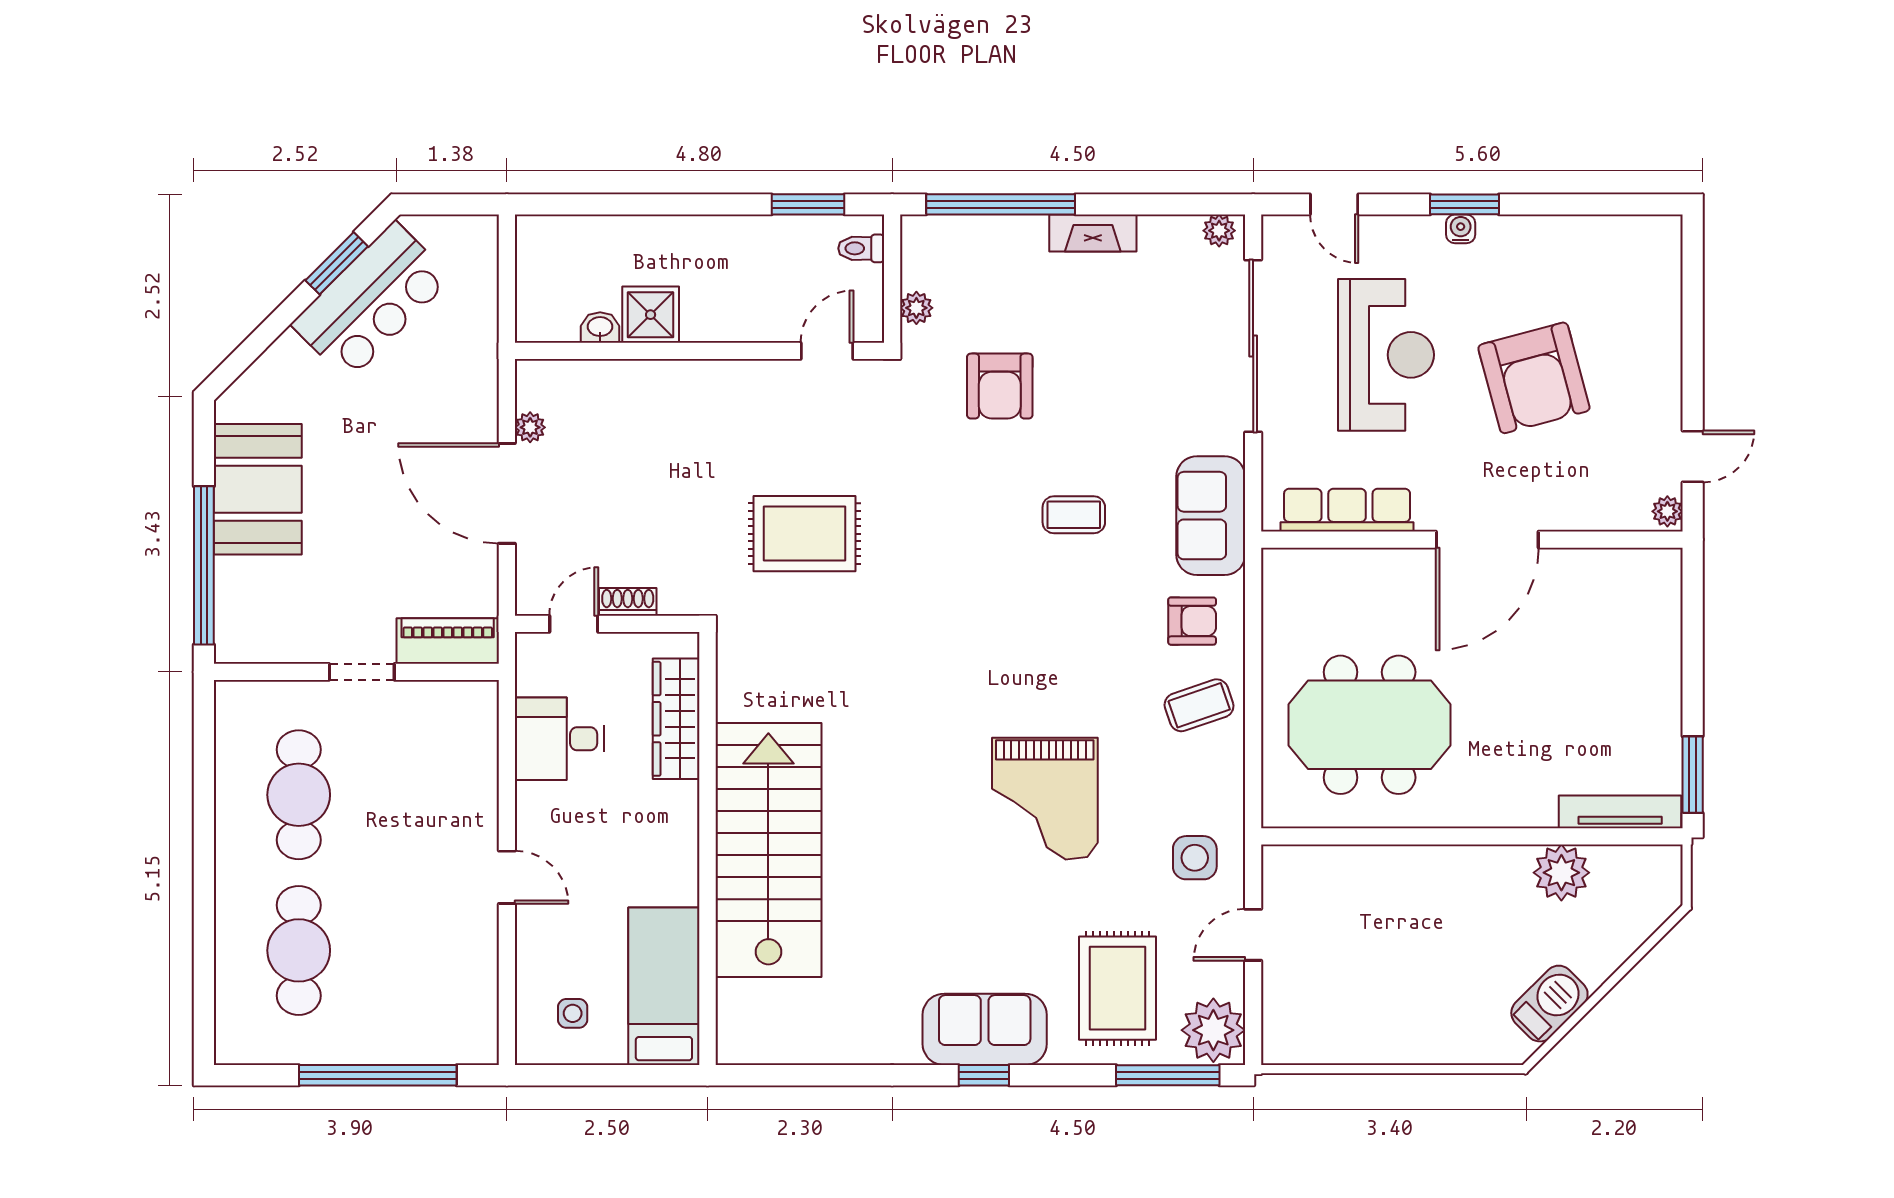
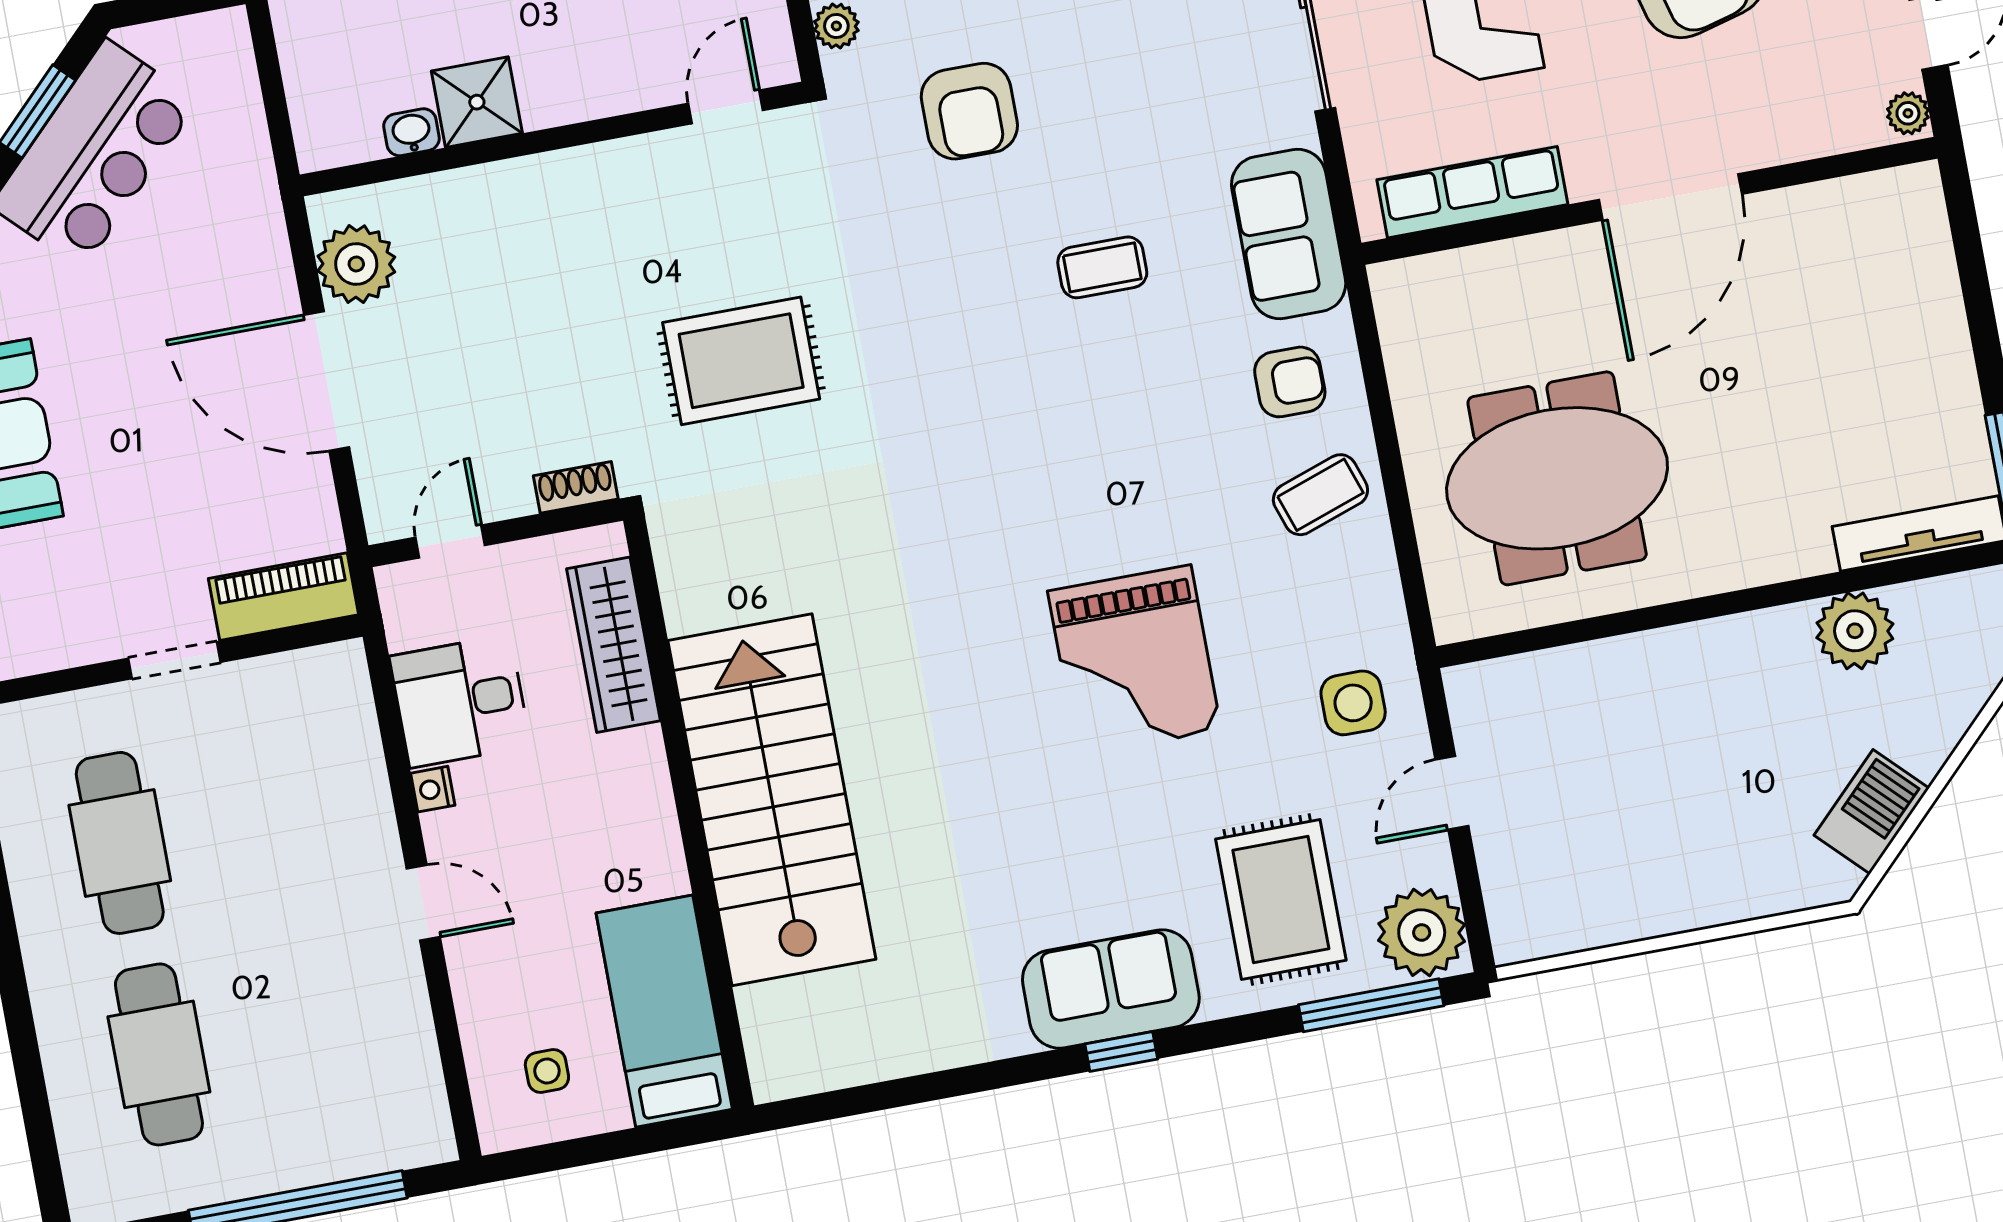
plant: (530, 427) -> (356, 264), width x1.88, depth x1.88
shoe rack: (628, 602) -> (576, 487), moved
nightstand: (528, 798) -> (433, 789), added

